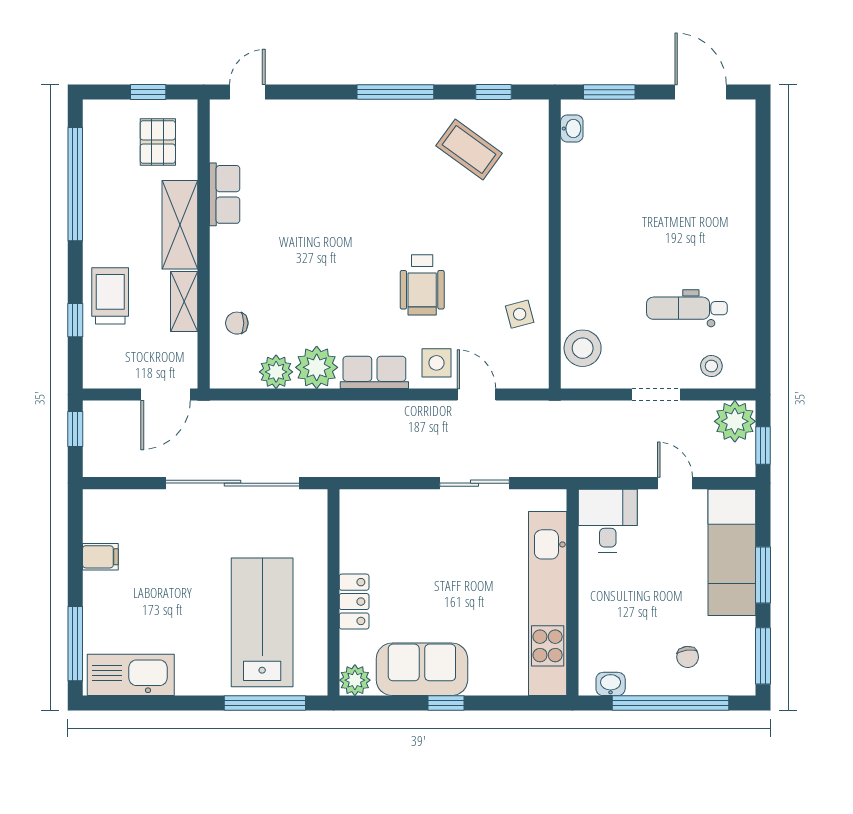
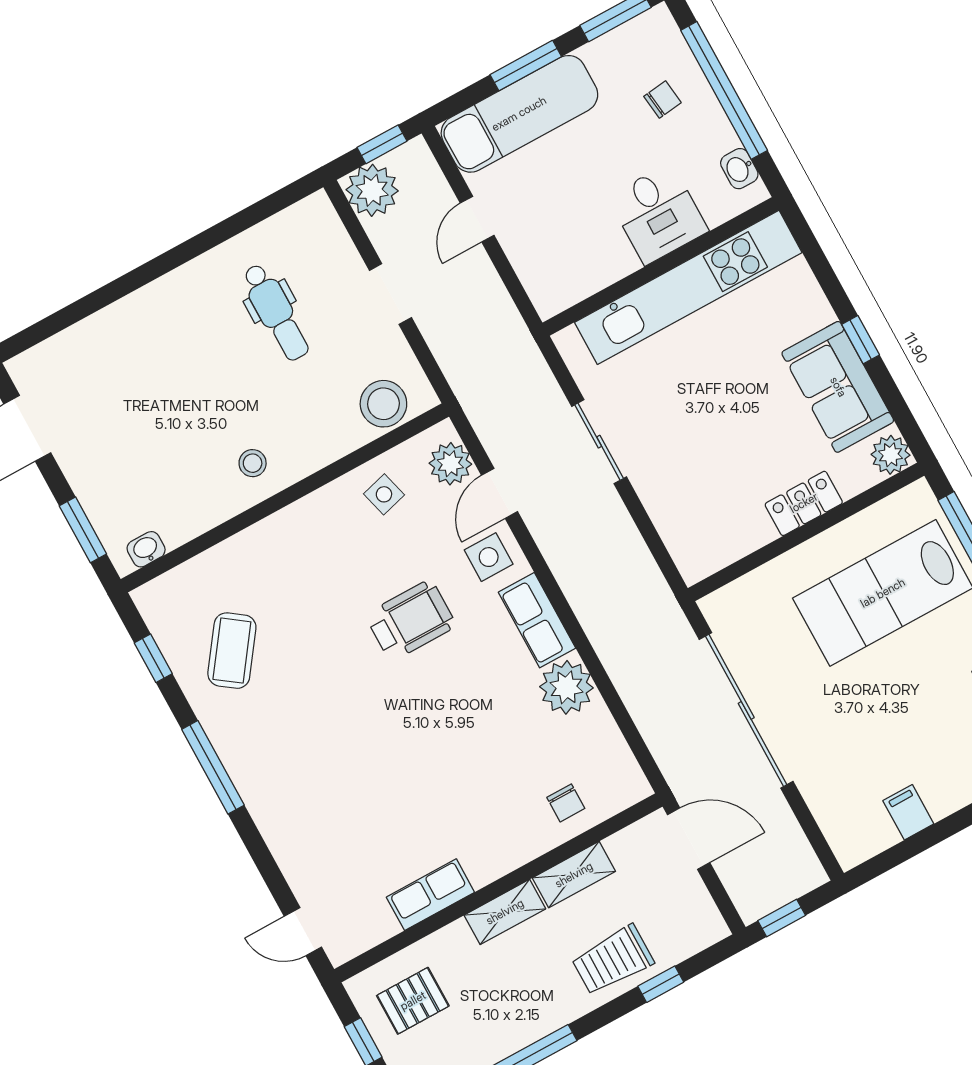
shelving: (180, 225) -> (505, 912), width x0.67, depth x0.75
stool: (711, 366) -> (253, 463), moved
plant: (276, 372) -> (450, 464), moved
desk: (608, 521) -> (658, 214), moved, turned -90

